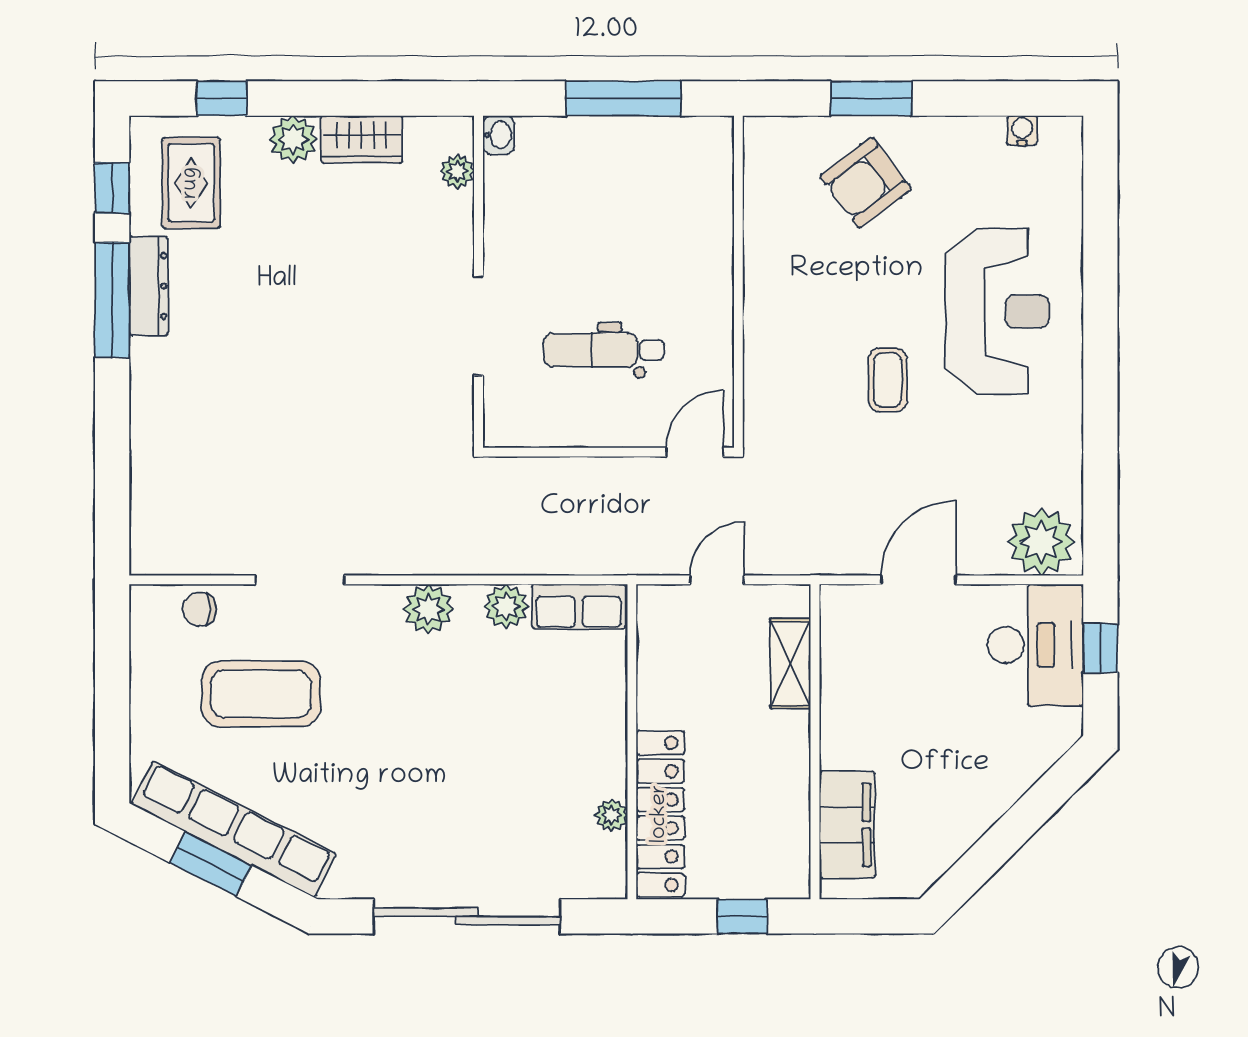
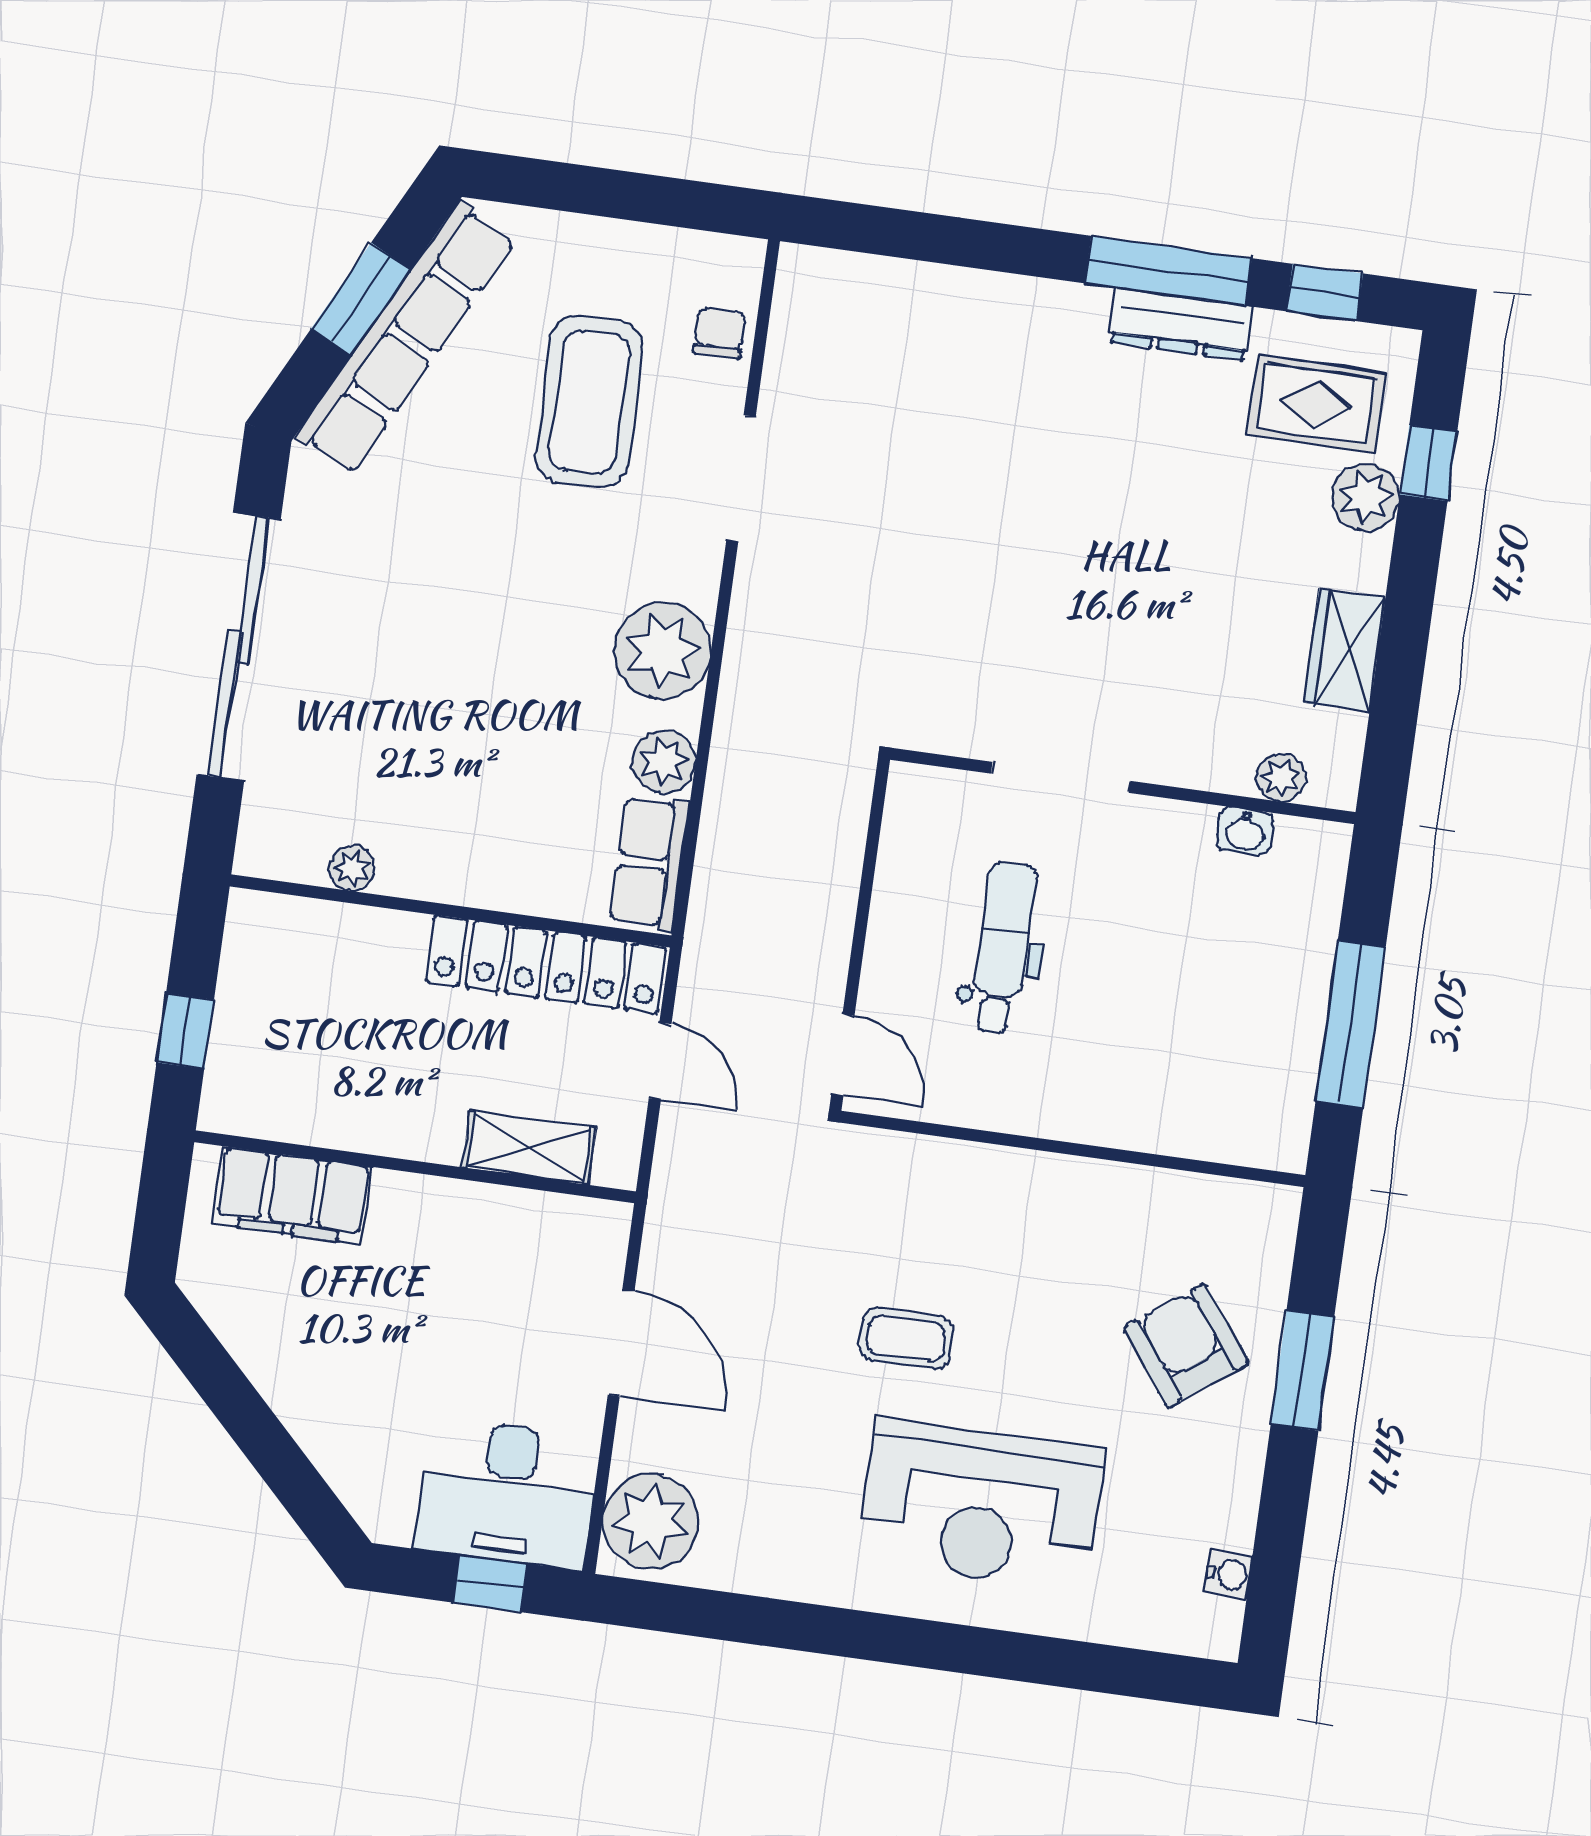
washbasin: (498, 135) -> (1245, 831), moved
plant: (293, 139) -> (1366, 497), moved
plant: (428, 609) -> (663, 651), width x1.36, depth x1.36
locker: (660, 814) -> (546, 965), moved

